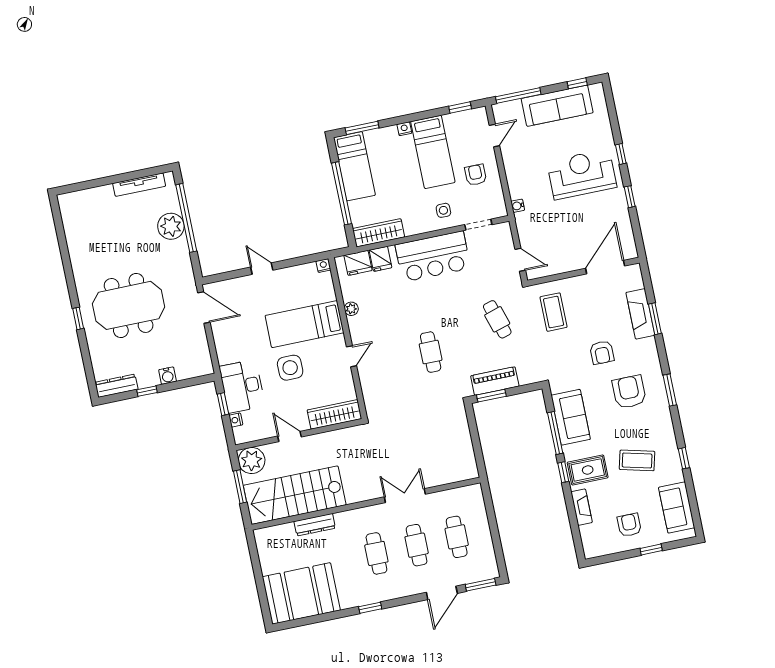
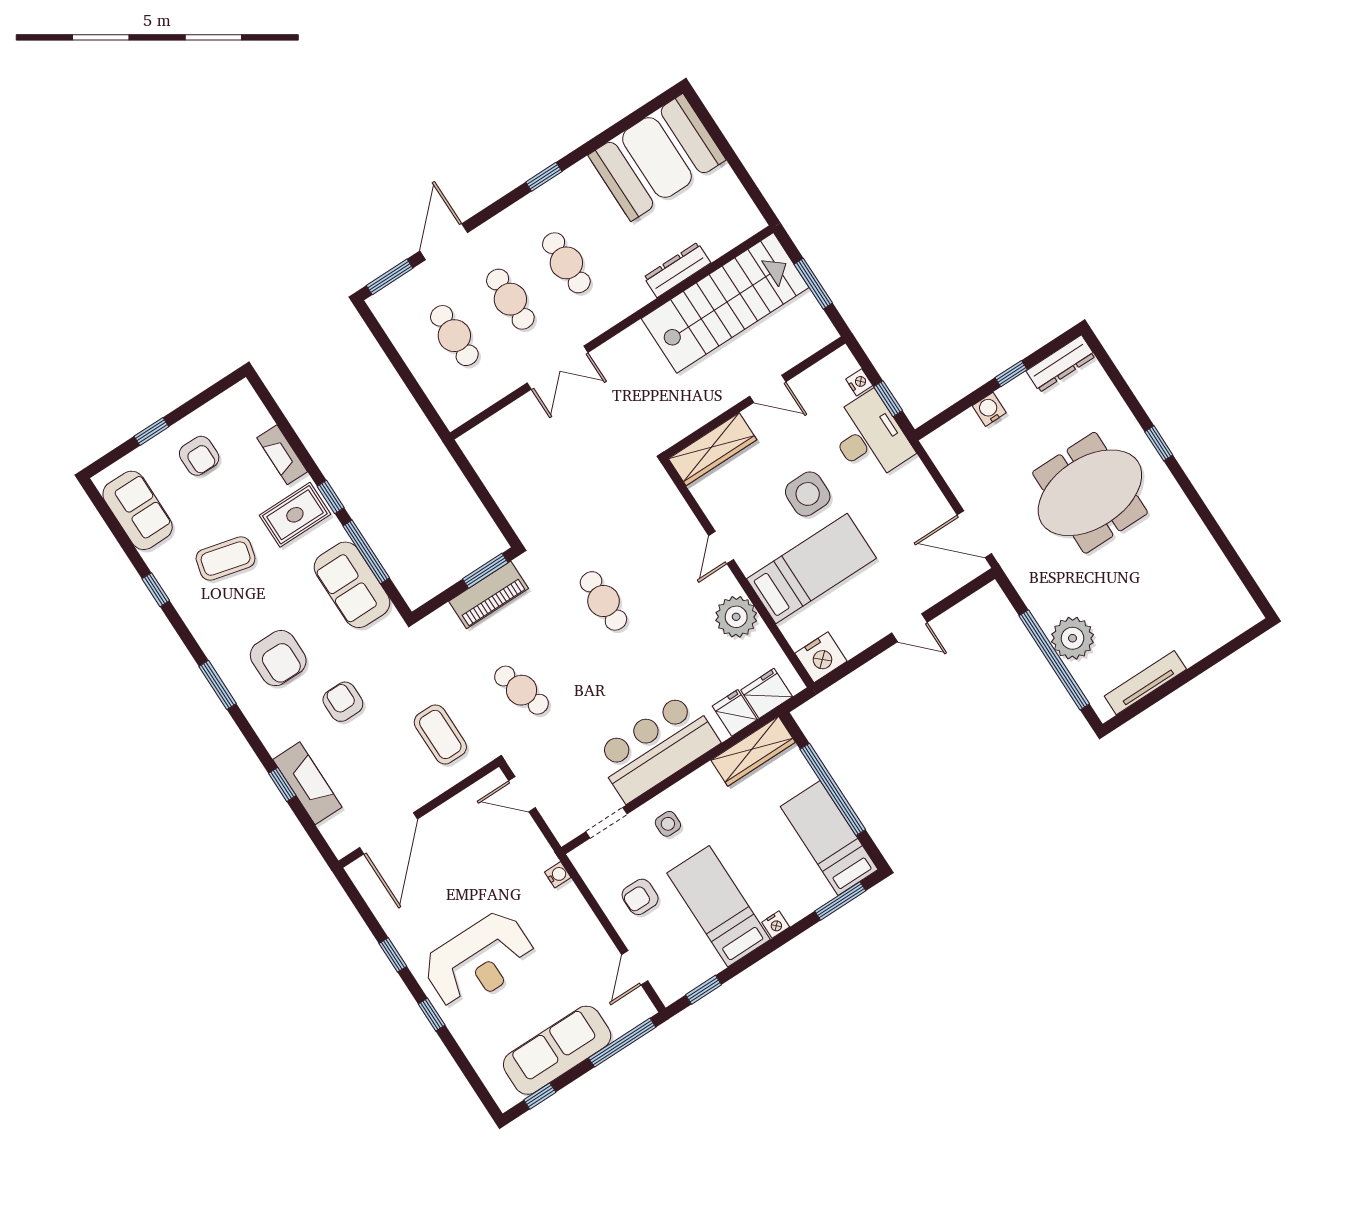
armchair: (476, 175) -> (640, 897), turned 90
nightstand: (323, 266) -> (821, 657), width x1.89, depth x1.79
plant: (351, 309) -> (736, 617), width x1.88, depth x1.88
window: (655, 319) -> (282, 784), width x0.67
plant: (252, 461) -> (811, 330), removed

